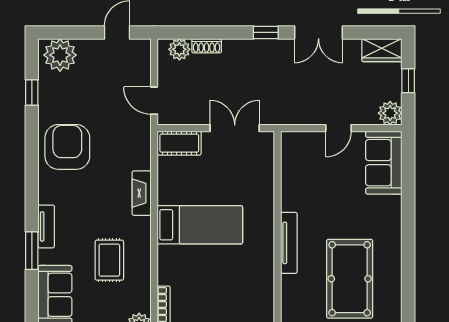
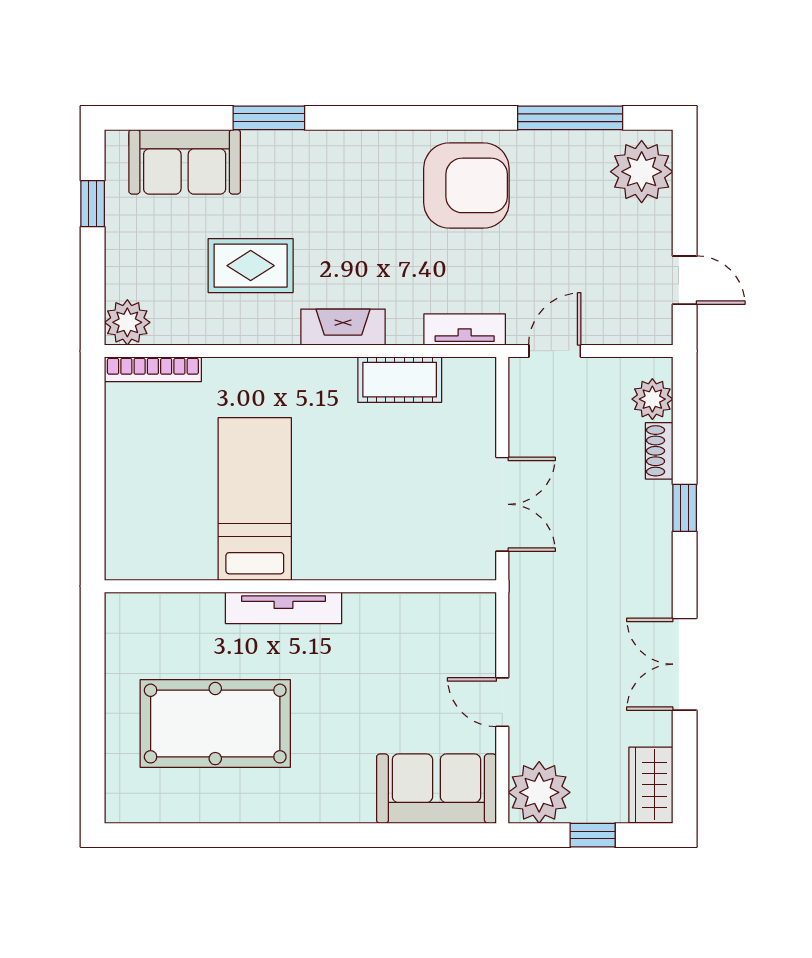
window: (266, 32) -> (685, 508), moved
window: (32, 93) -> (570, 118), width x2.17
plant: (390, 113) -> (539, 792), width x1.36, depth x1.36
cot: (179, 143) -> (400, 380), moved, turned 90
fireplace: (142, 193) -> (343, 327), moved
bed: (200, 225) -> (255, 499), moved, turned 180
tv unit: (46, 226) -> (465, 330), moved, turned 180

